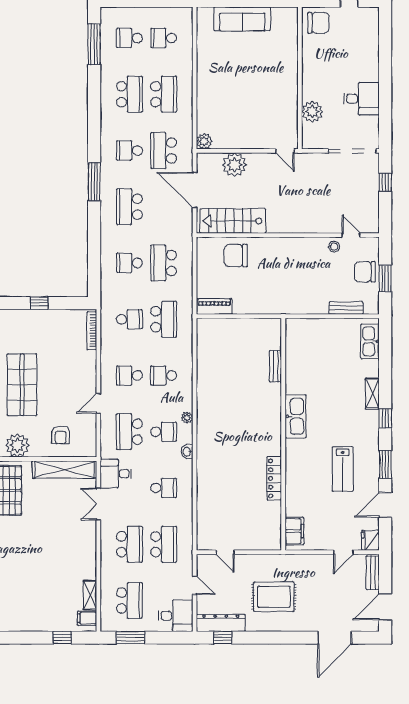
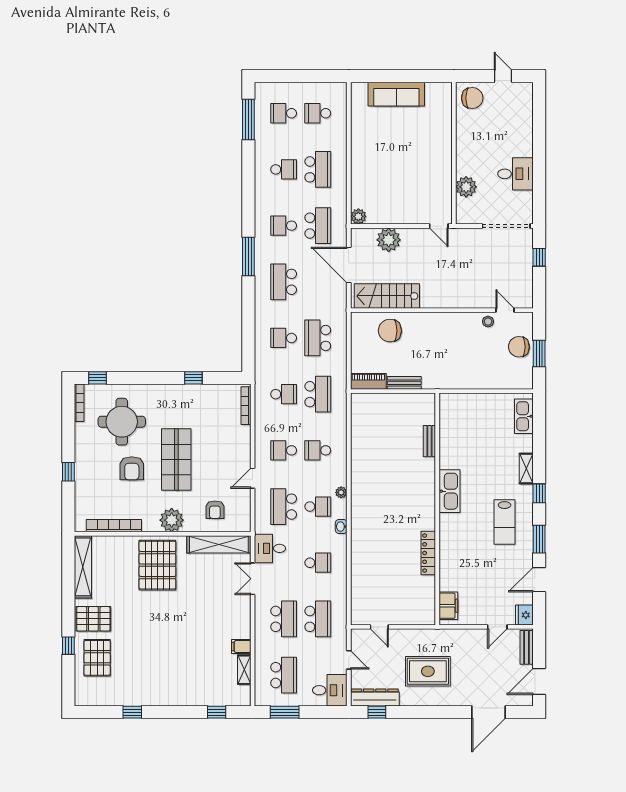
school desk: (129, 94) -> (284, 169), width x0.54
school desk: (164, 150) -> (318, 226), turned 180
bench: (346, 308) -> (404, 383), moved
lab bench: (343, 469) -> (505, 522), moved
filing cabinet: (87, 618) -> (241, 647), moved

